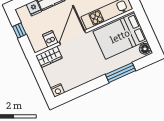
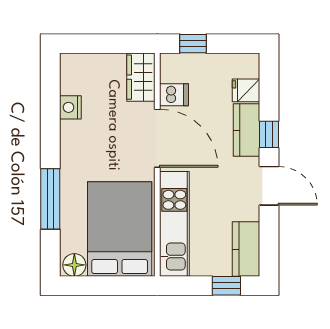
window: (19, 30) -> (193, 44), moved
nightstand: (58, 90) -> (70, 107), moved

